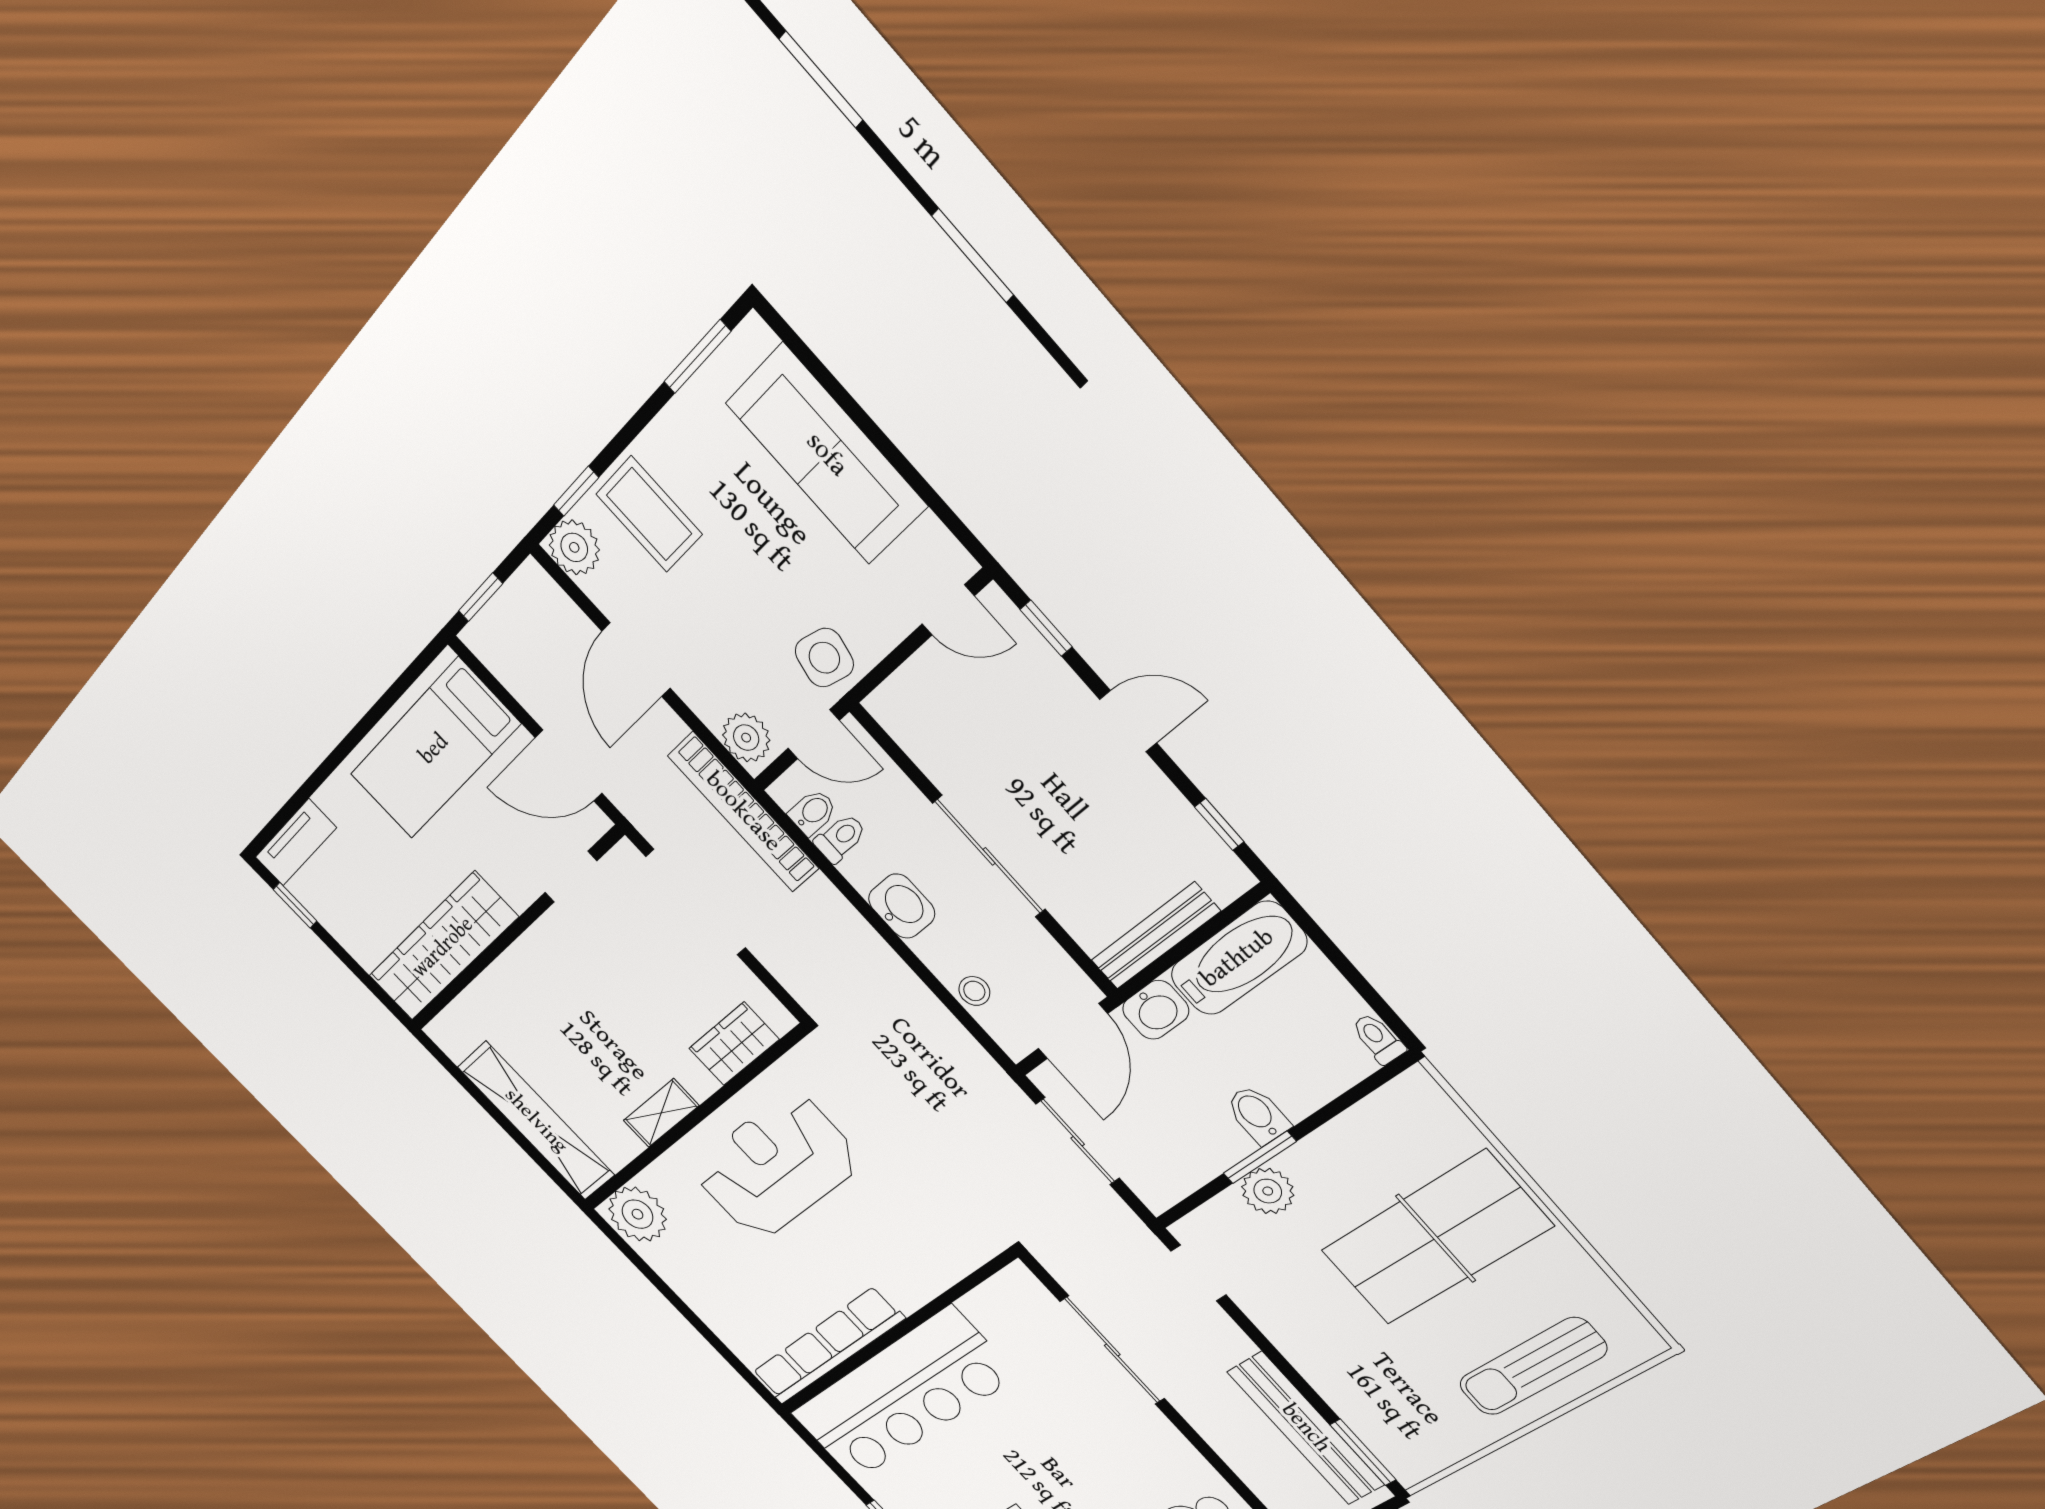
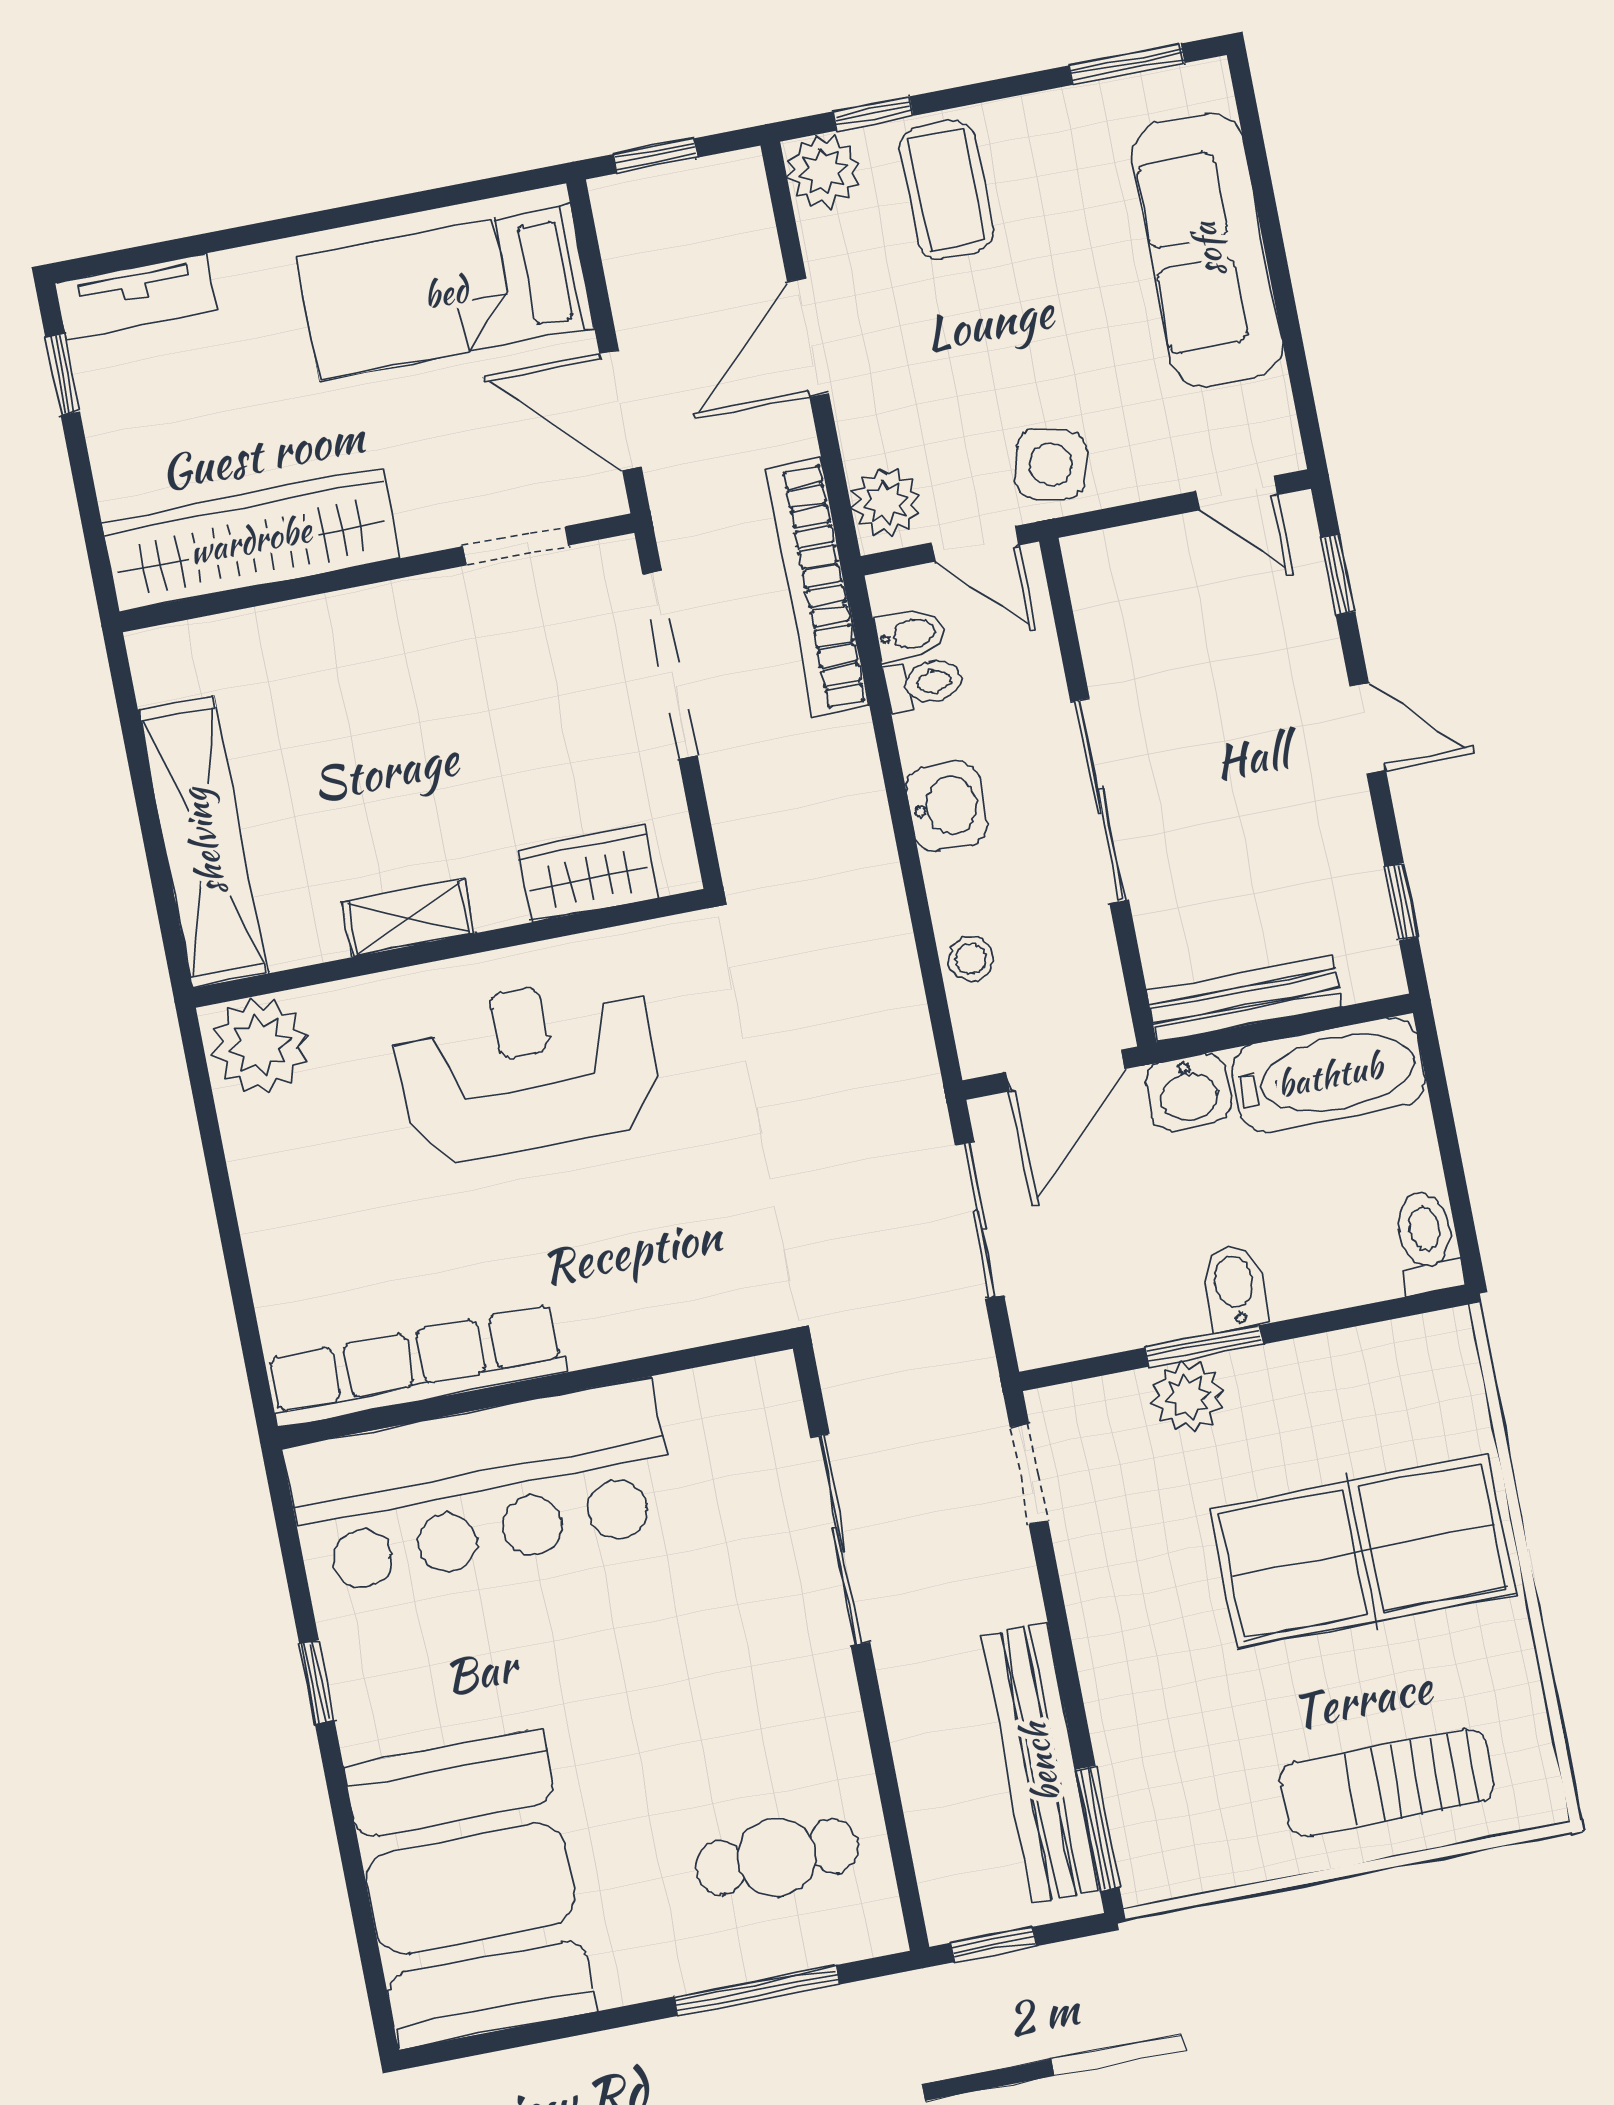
toilet: (1378, 1039) -> (1427, 1242), width x1.37, depth x1.39

